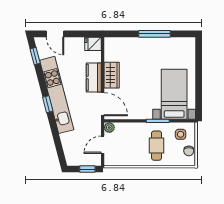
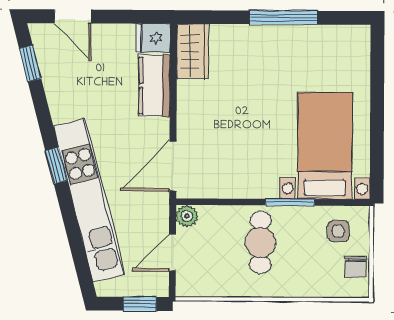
wardrobe: (112, 75) -> (193, 51), moved
kitchen counter: (94, 78) -> (155, 86), moved
kitchen unit: (57, 95) -> (89, 200), moved
door: (103, 104) -> (173, 166), swing flipped
cafe table: (157, 146) -> (260, 242), moved

